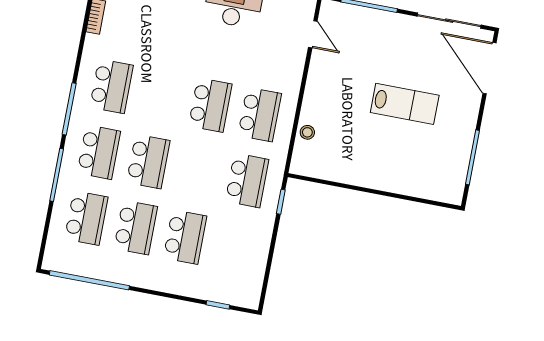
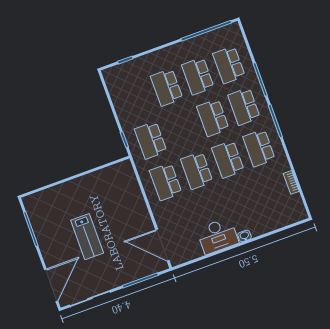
door: (313, 34) -> (162, 245), width x1.87
door: (489, 68) -> (51, 285), hinge flipped
school desk: (161, 96) -> (228, 159), added
lab bench: (405, 104) -> (87, 237), turned -90
stool: (307, 132) -> (133, 188), removed

